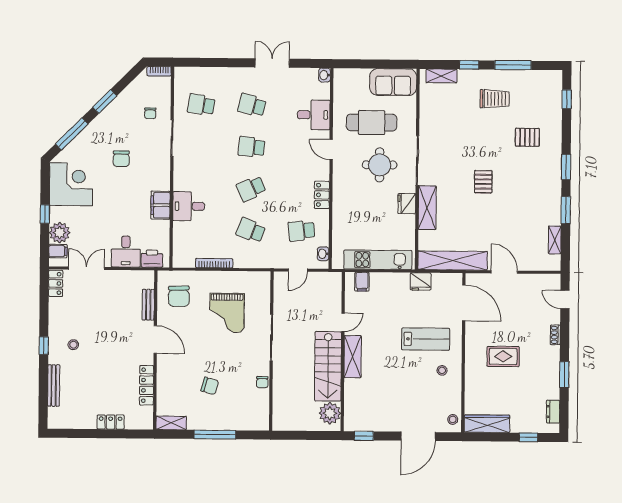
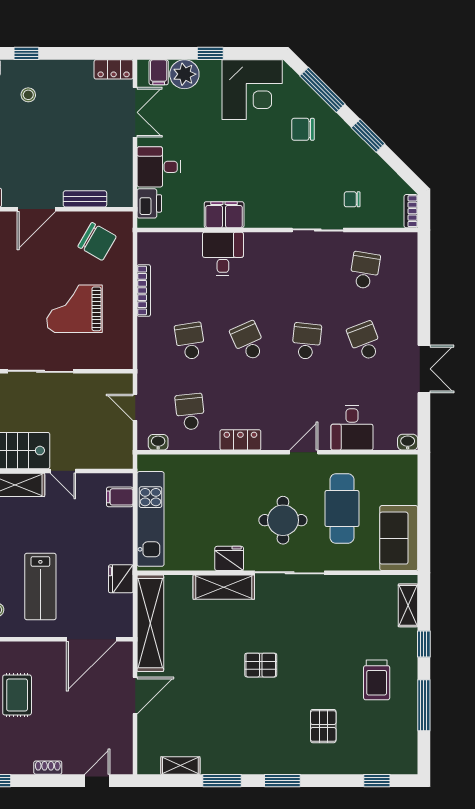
school desk: (252, 105) -> (365, 341), turned -36
chair: (121, 159) -> (303, 129), moved
school desk: (251, 230) -> (190, 341), turned -30
chair: (179, 296) -> (97, 241), turned -149

